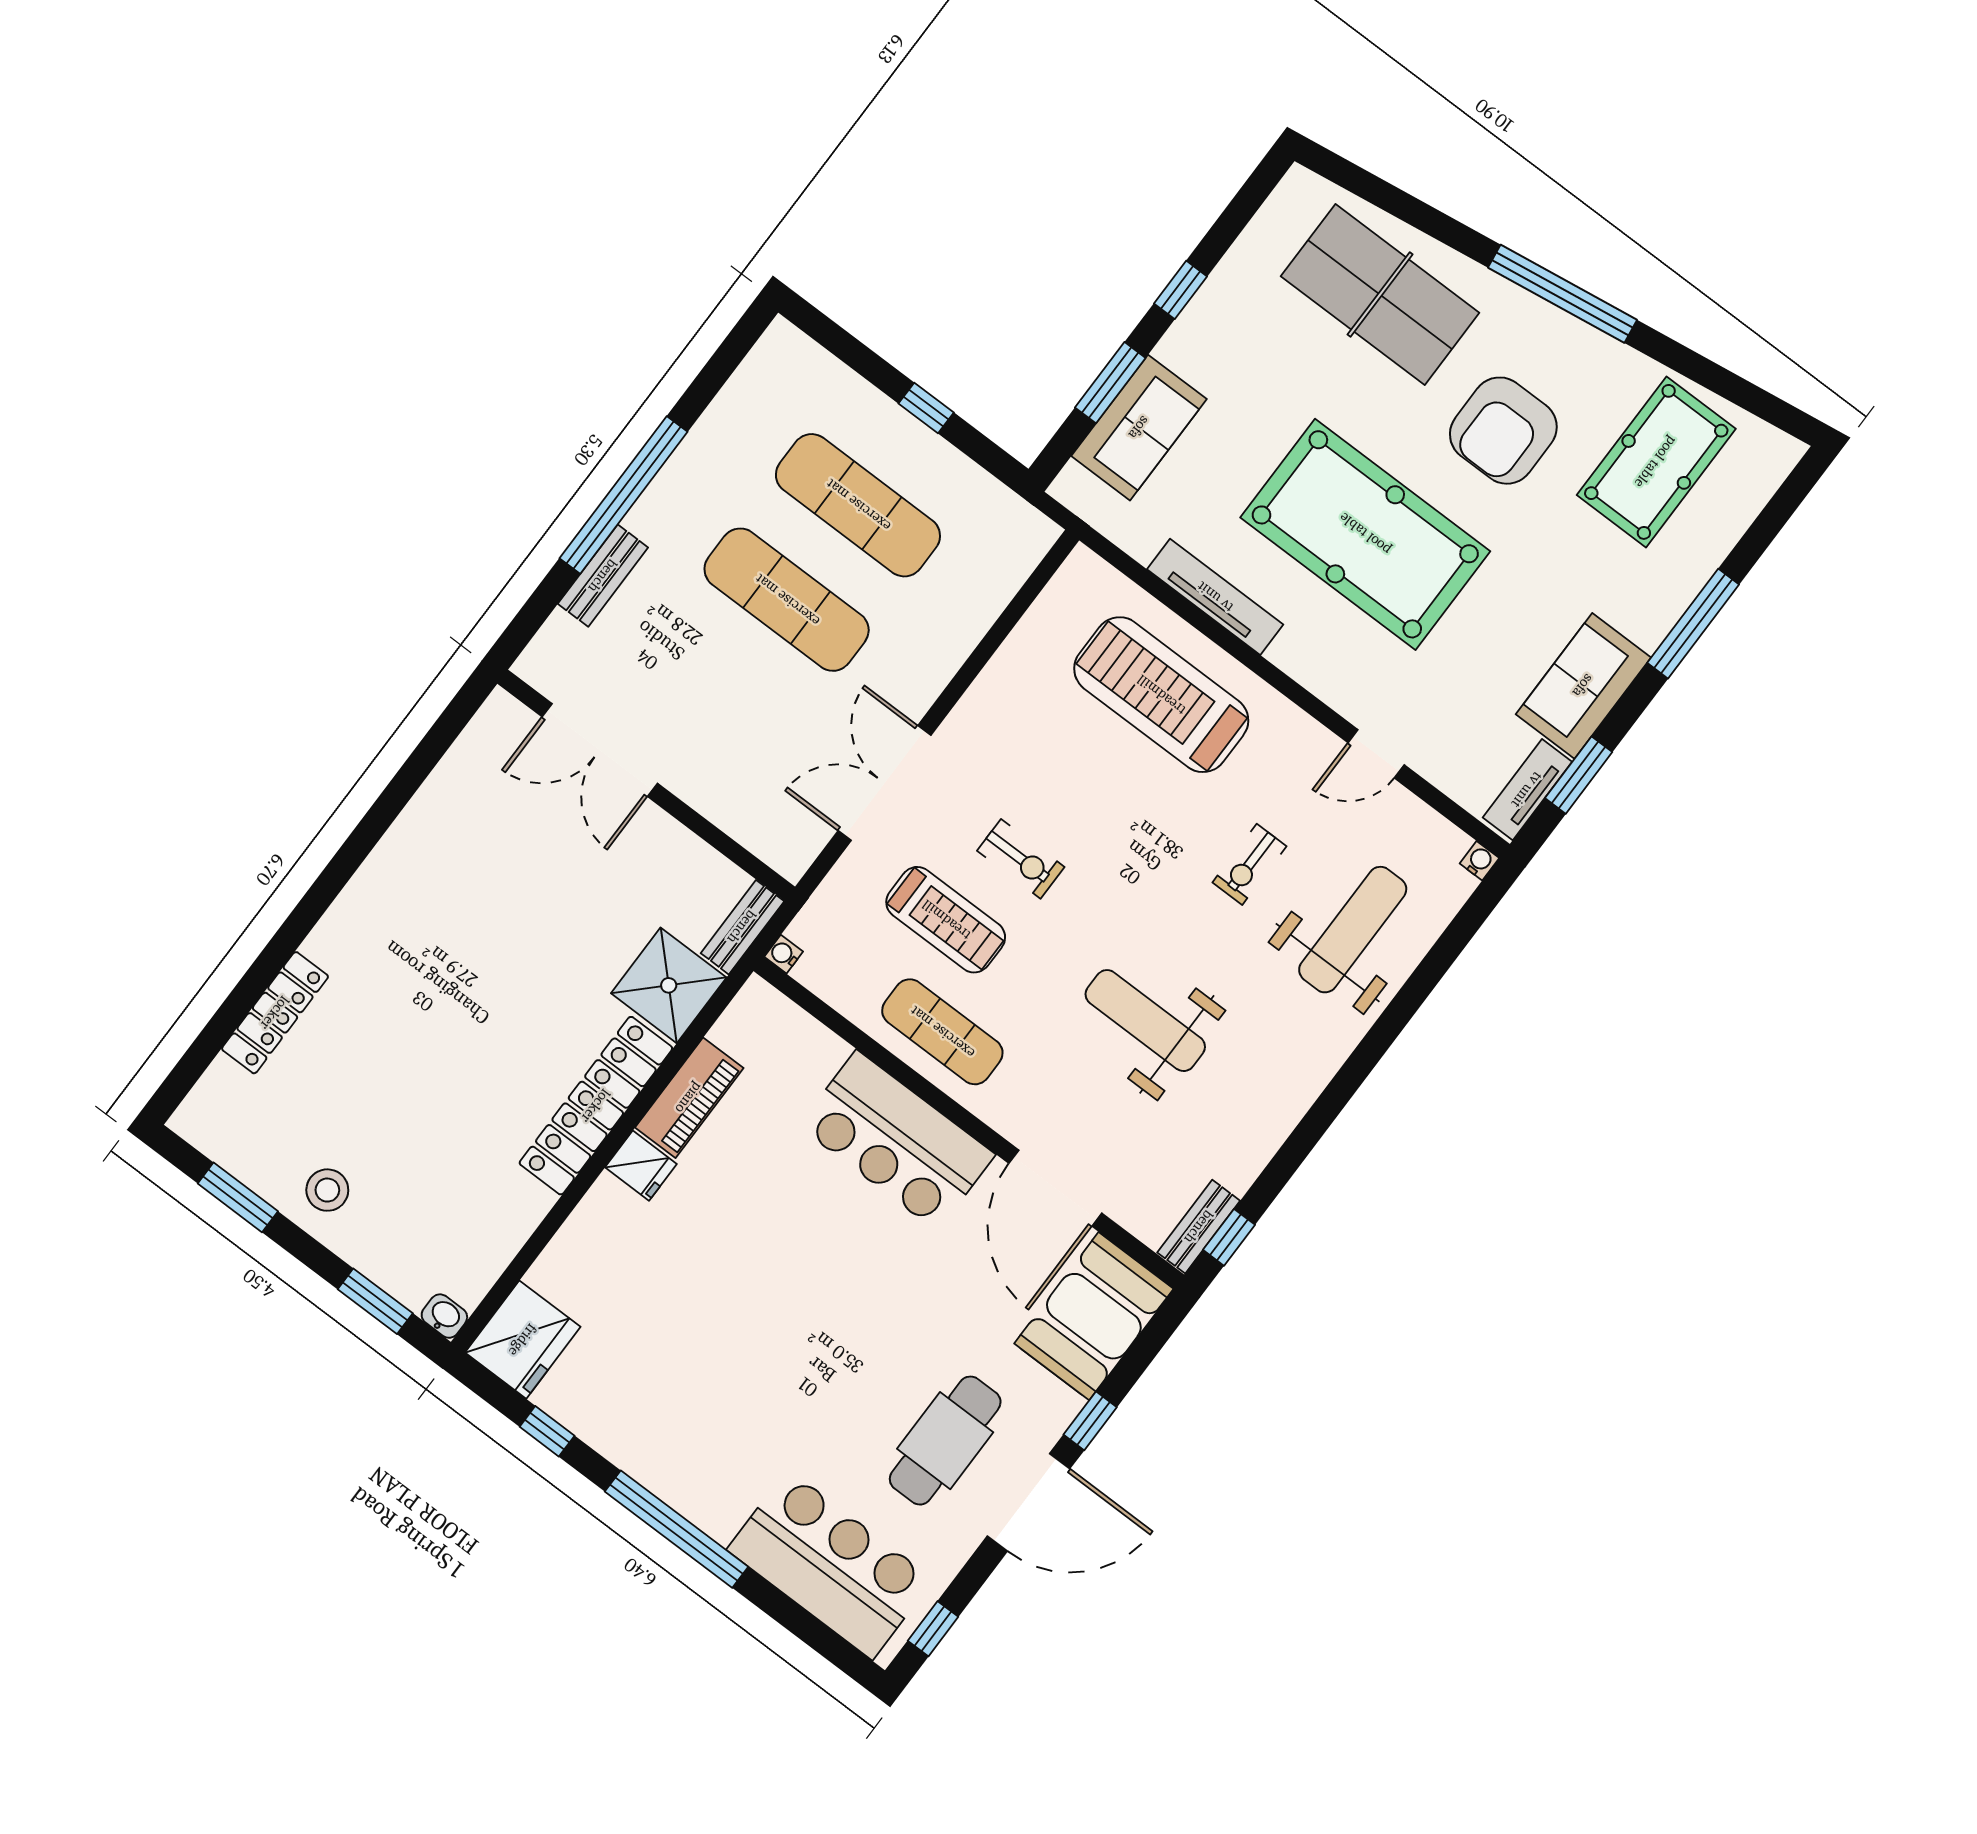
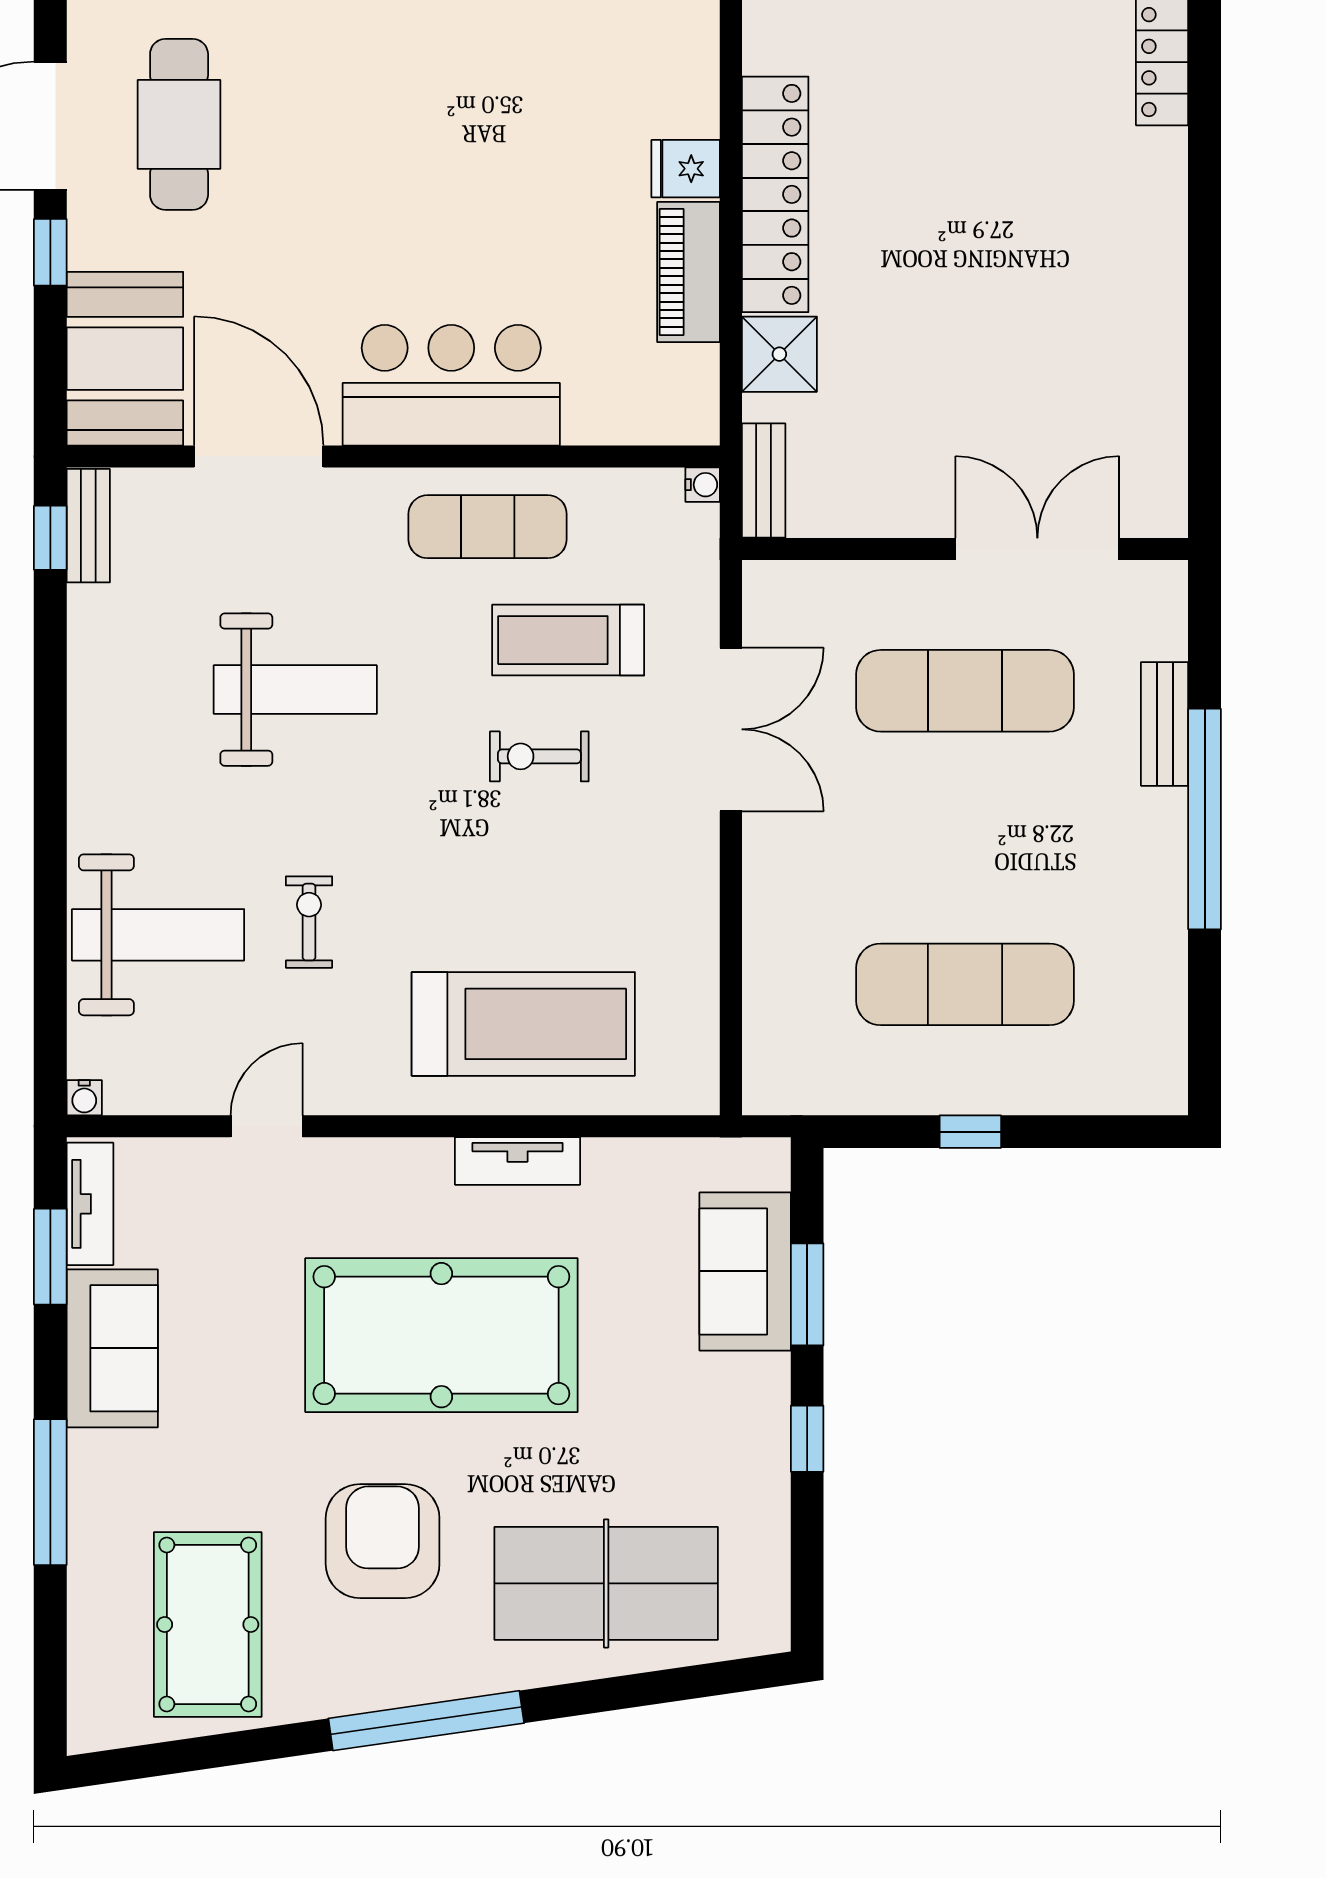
tv unit: (1215, 597) -> (517, 1161), width x0.71
exercise mat: (787, 600) -> (965, 691), moved
weight bench: (1353, 930) -> (158, 935), turned -90
shower: (669, 985) -> (779, 354), width x0.73, depth x0.73

